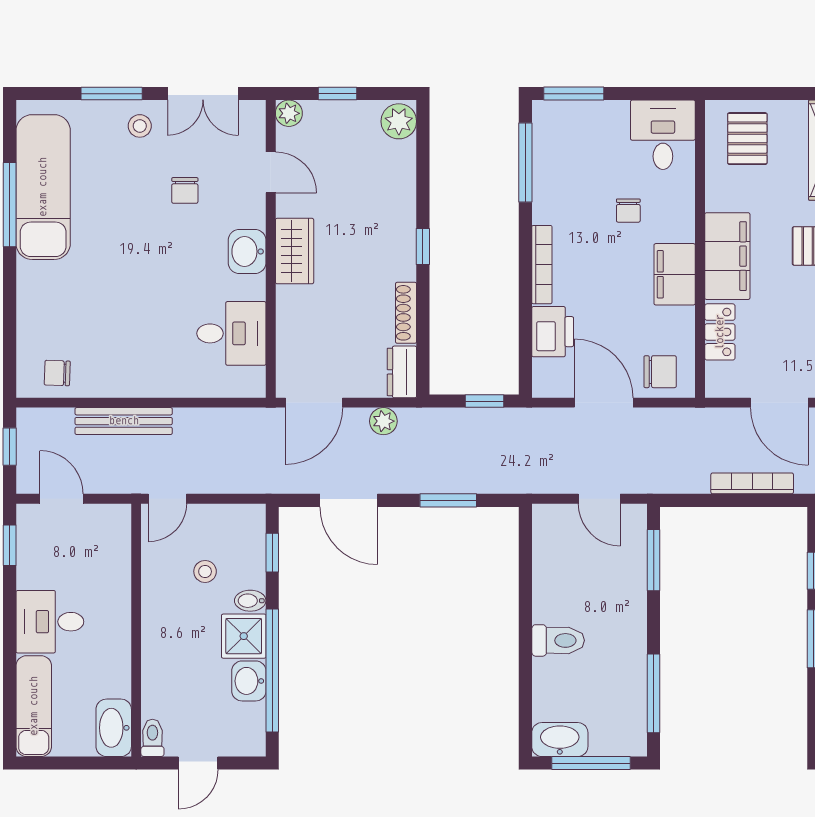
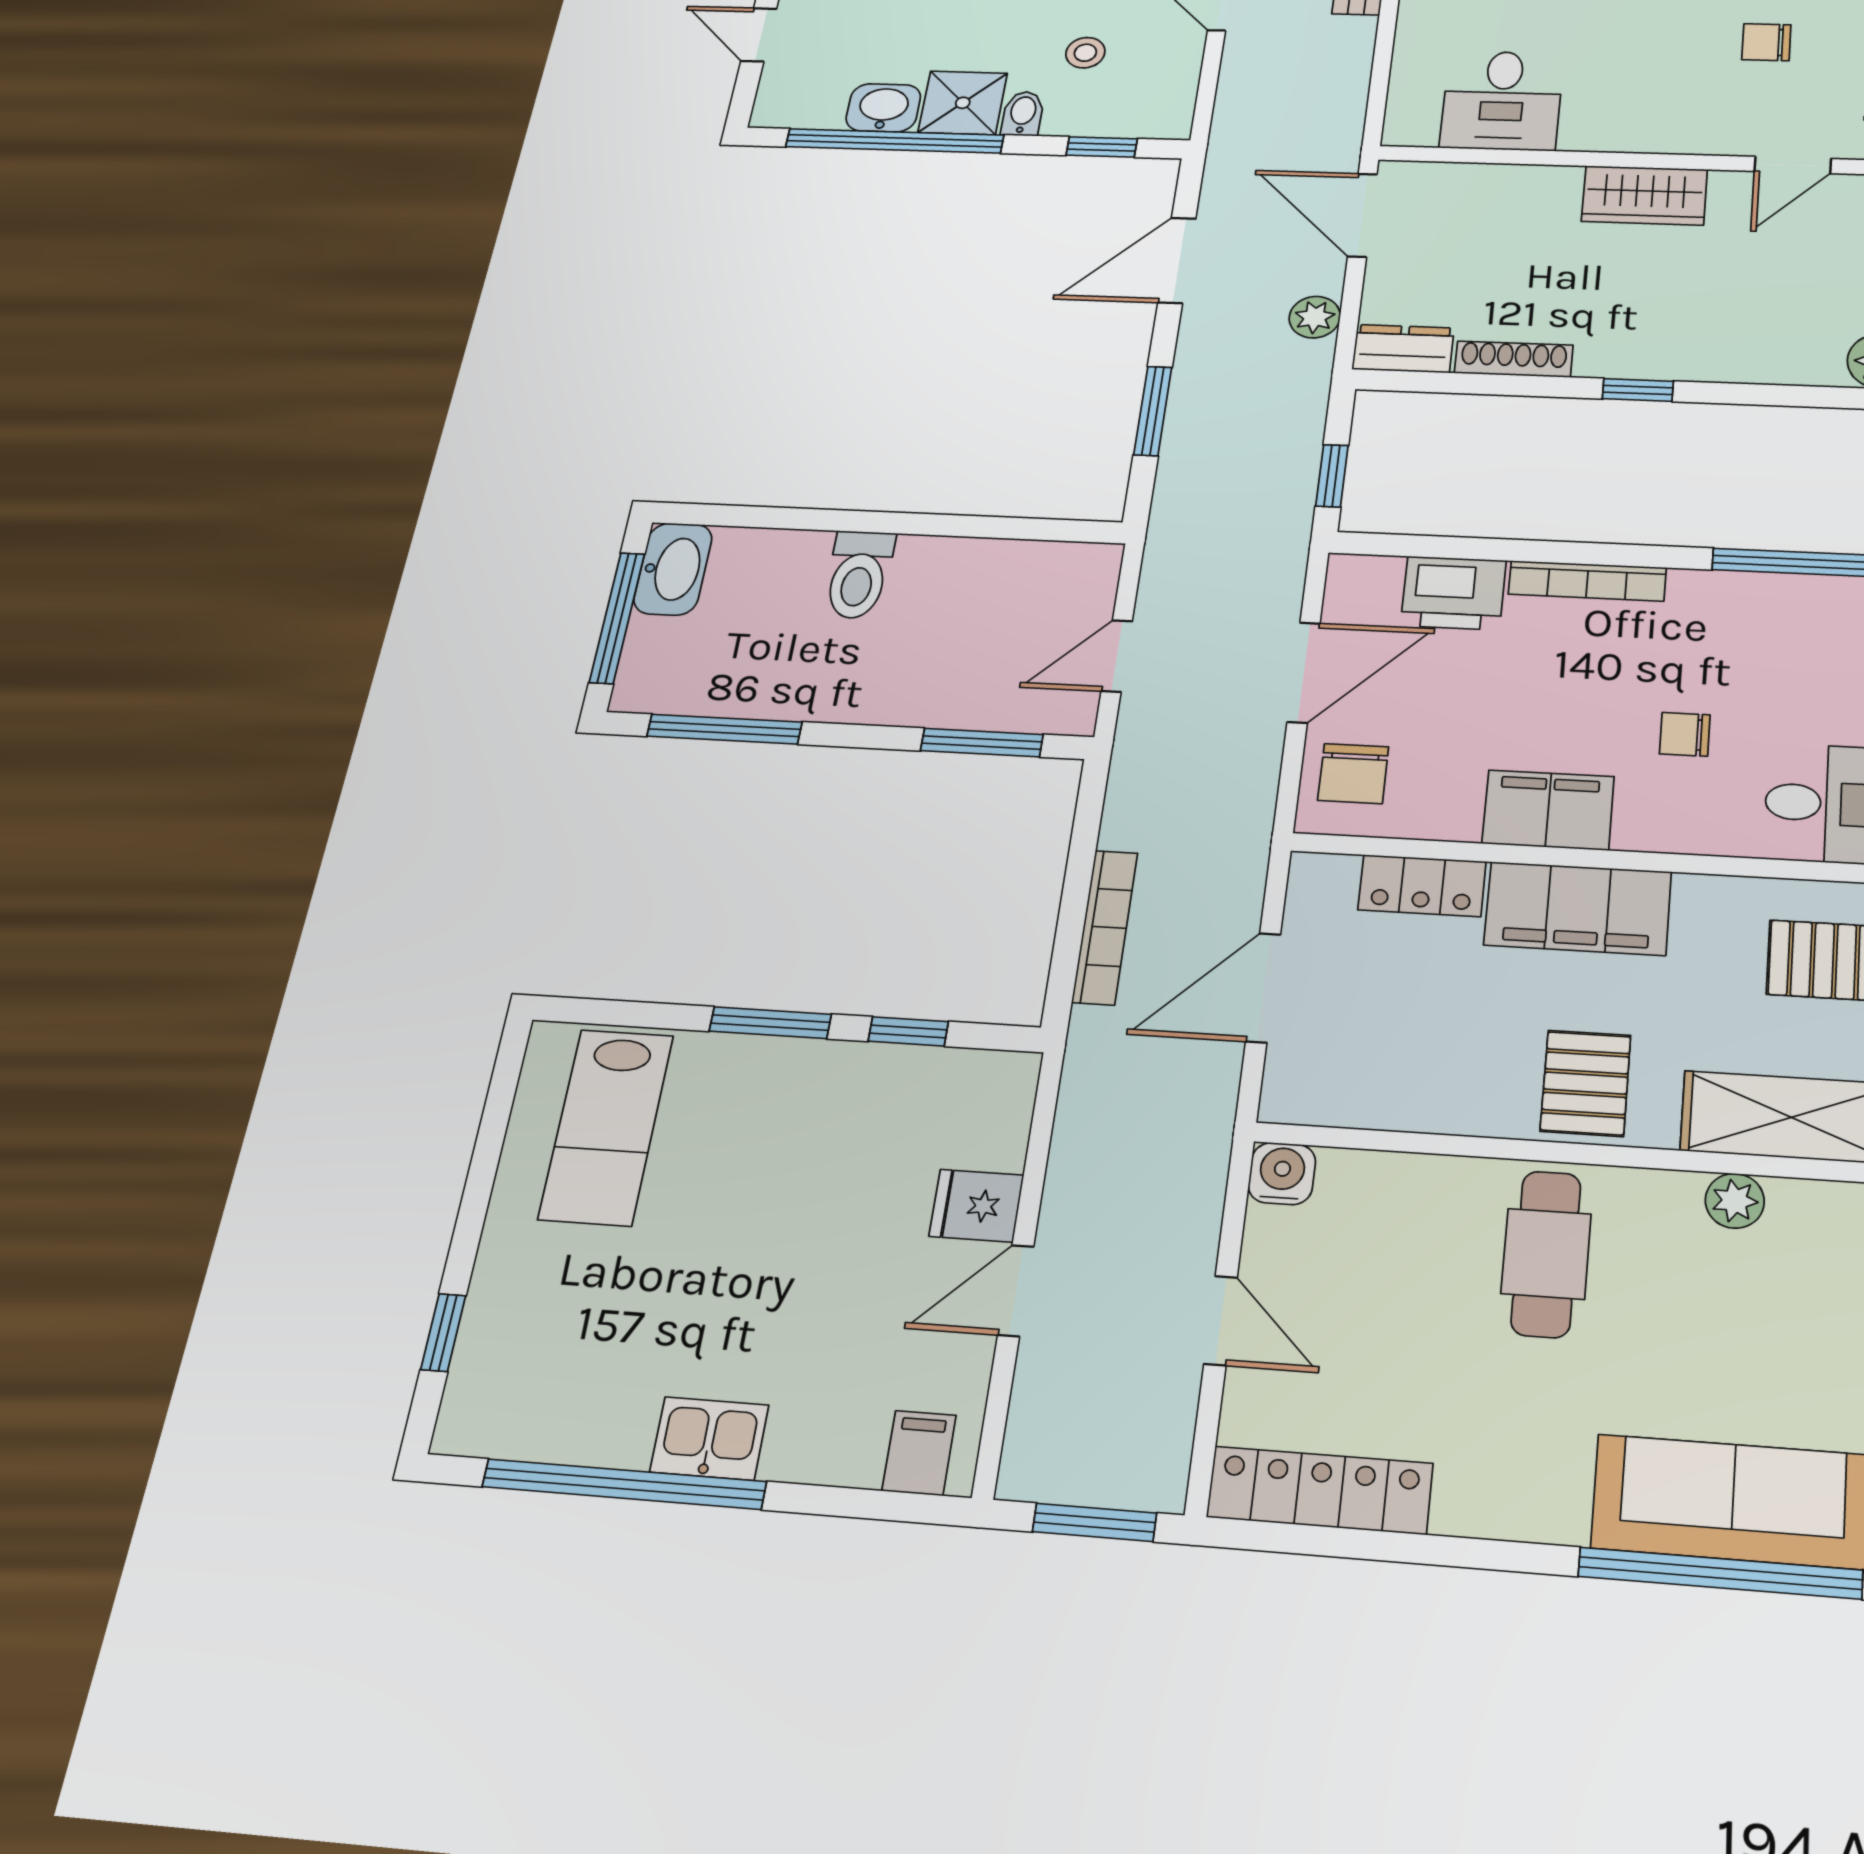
washbasin: (247, 251) -> (1649, 127), removed

